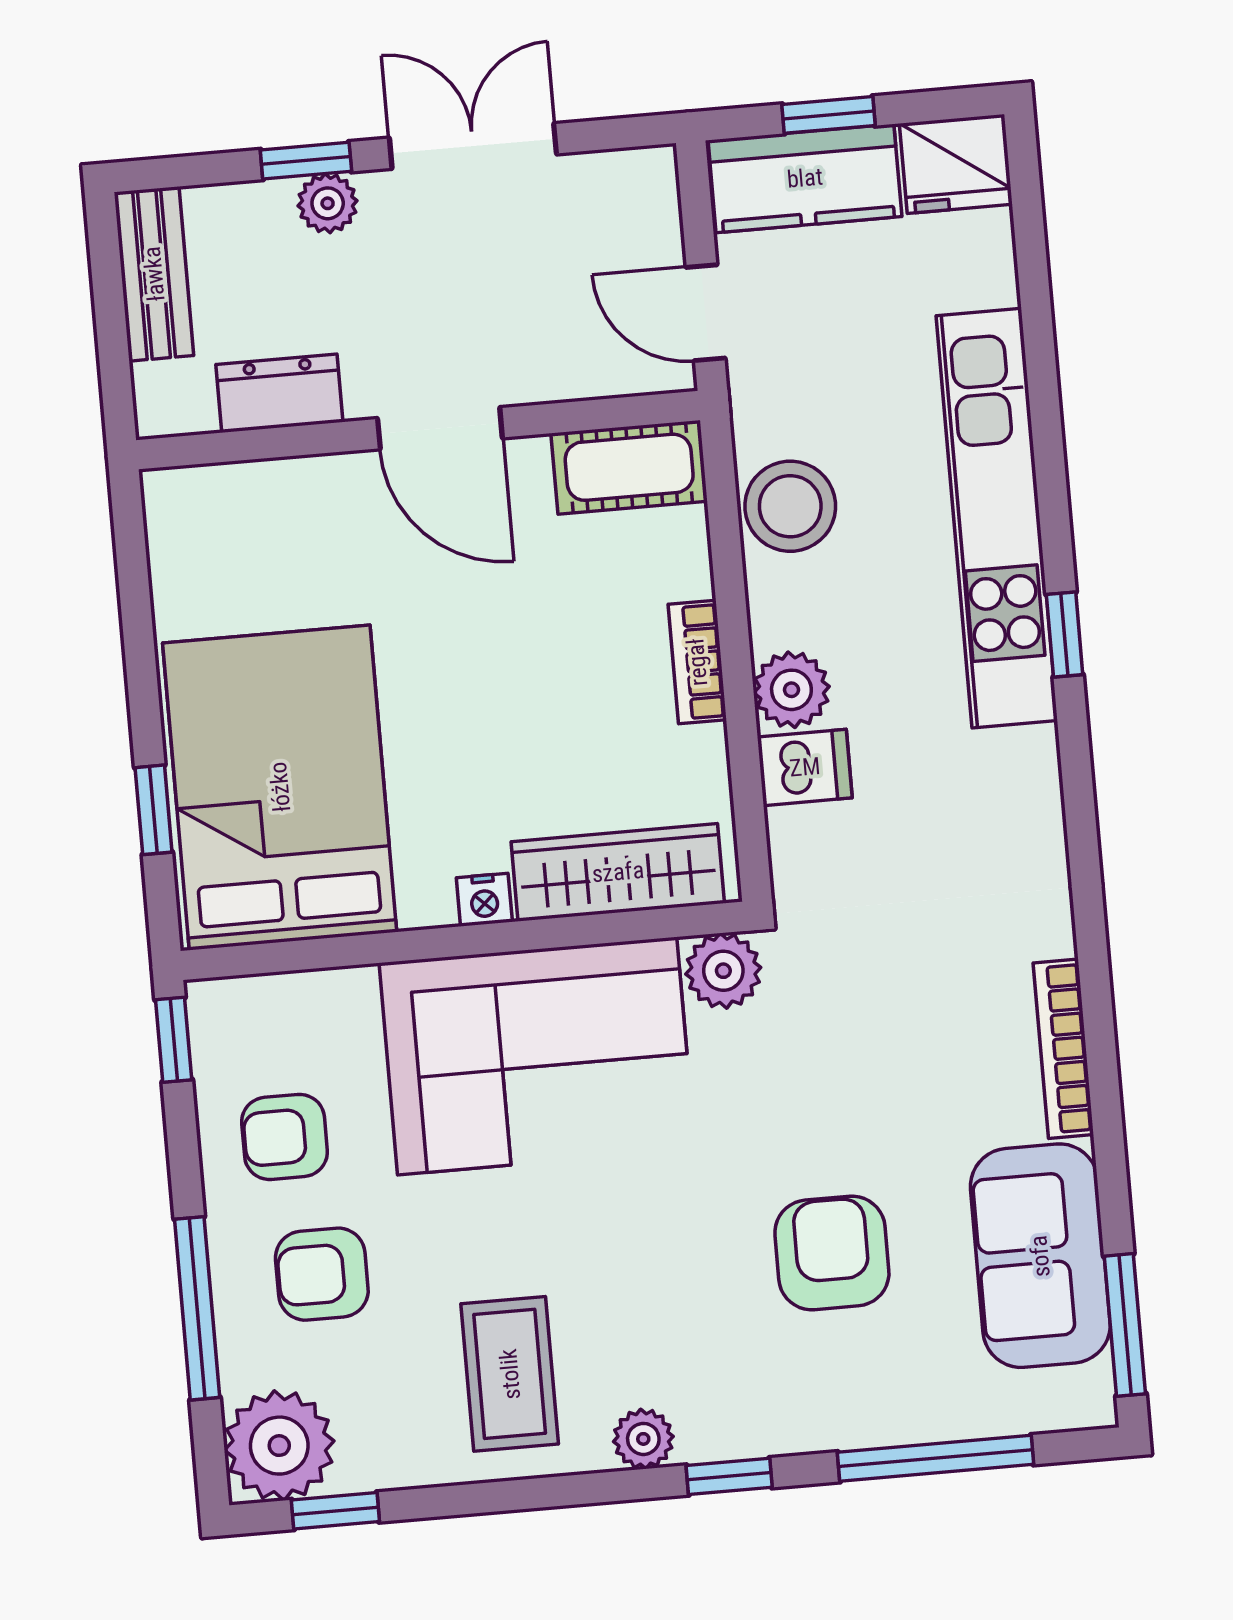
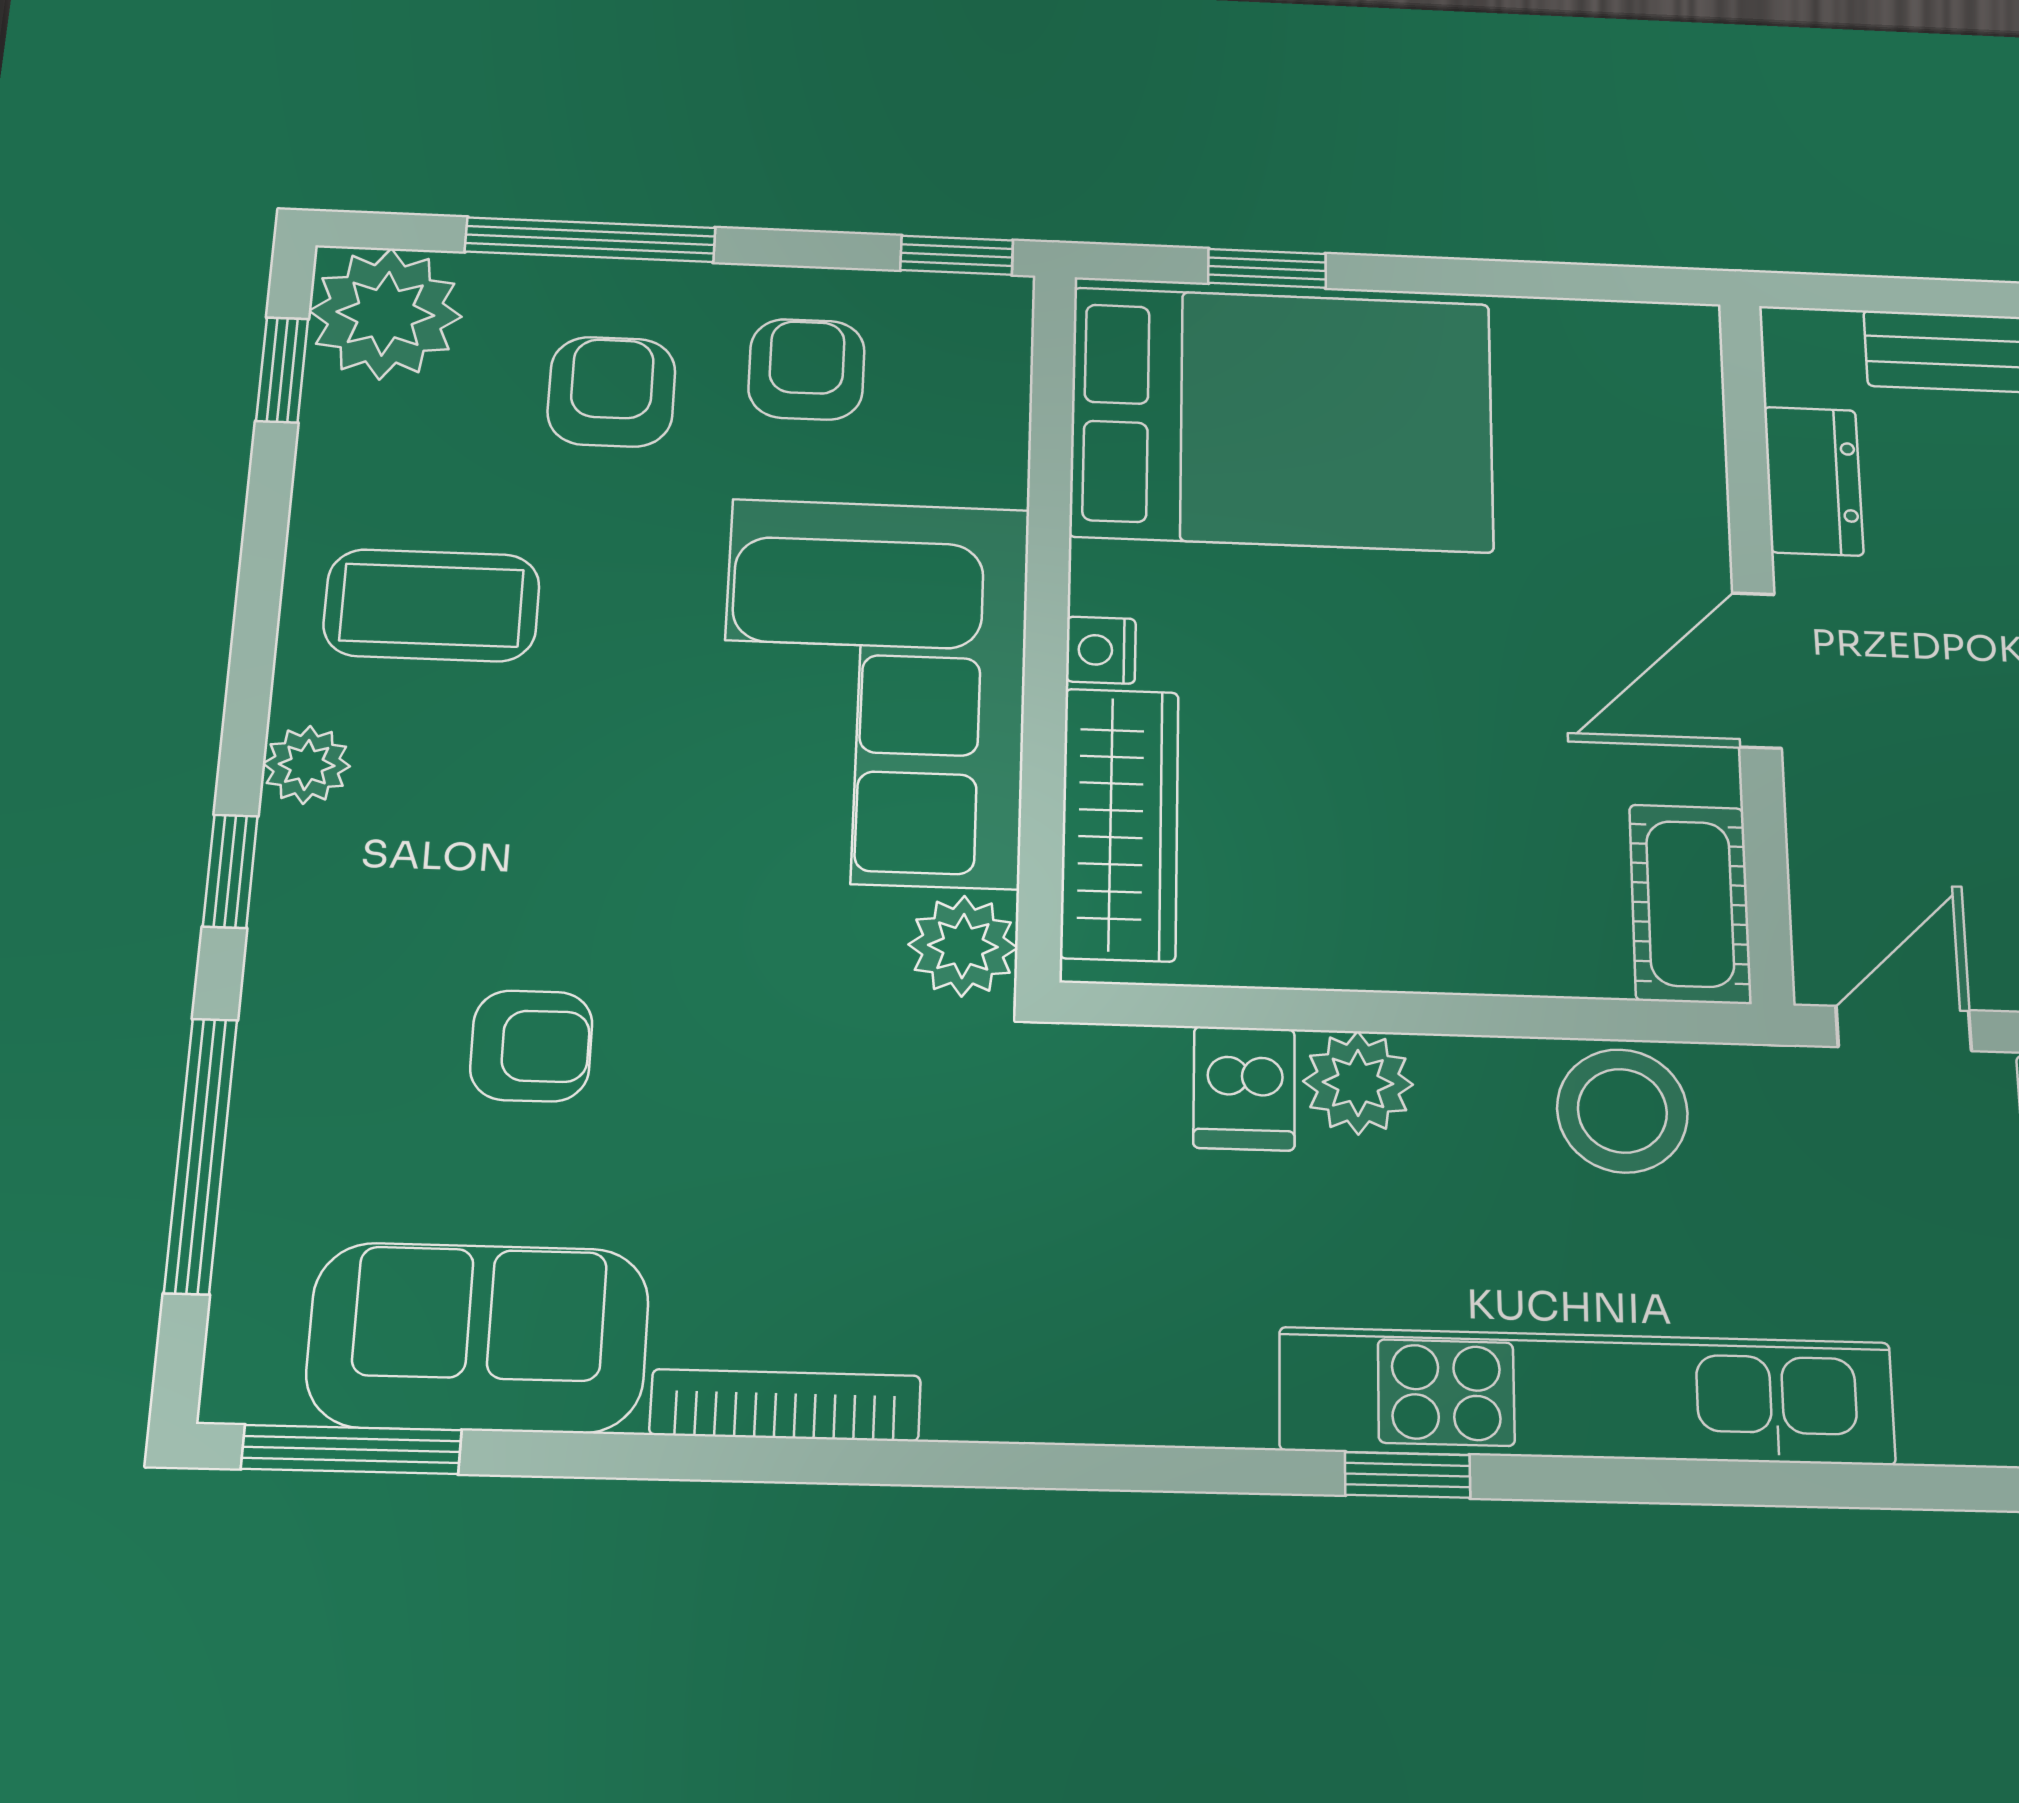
bookcase: (697, 662) -> (1408, 962), removed
armchair: (832, 1253) -> (531, 1046), width x0.72, depth x0.72

